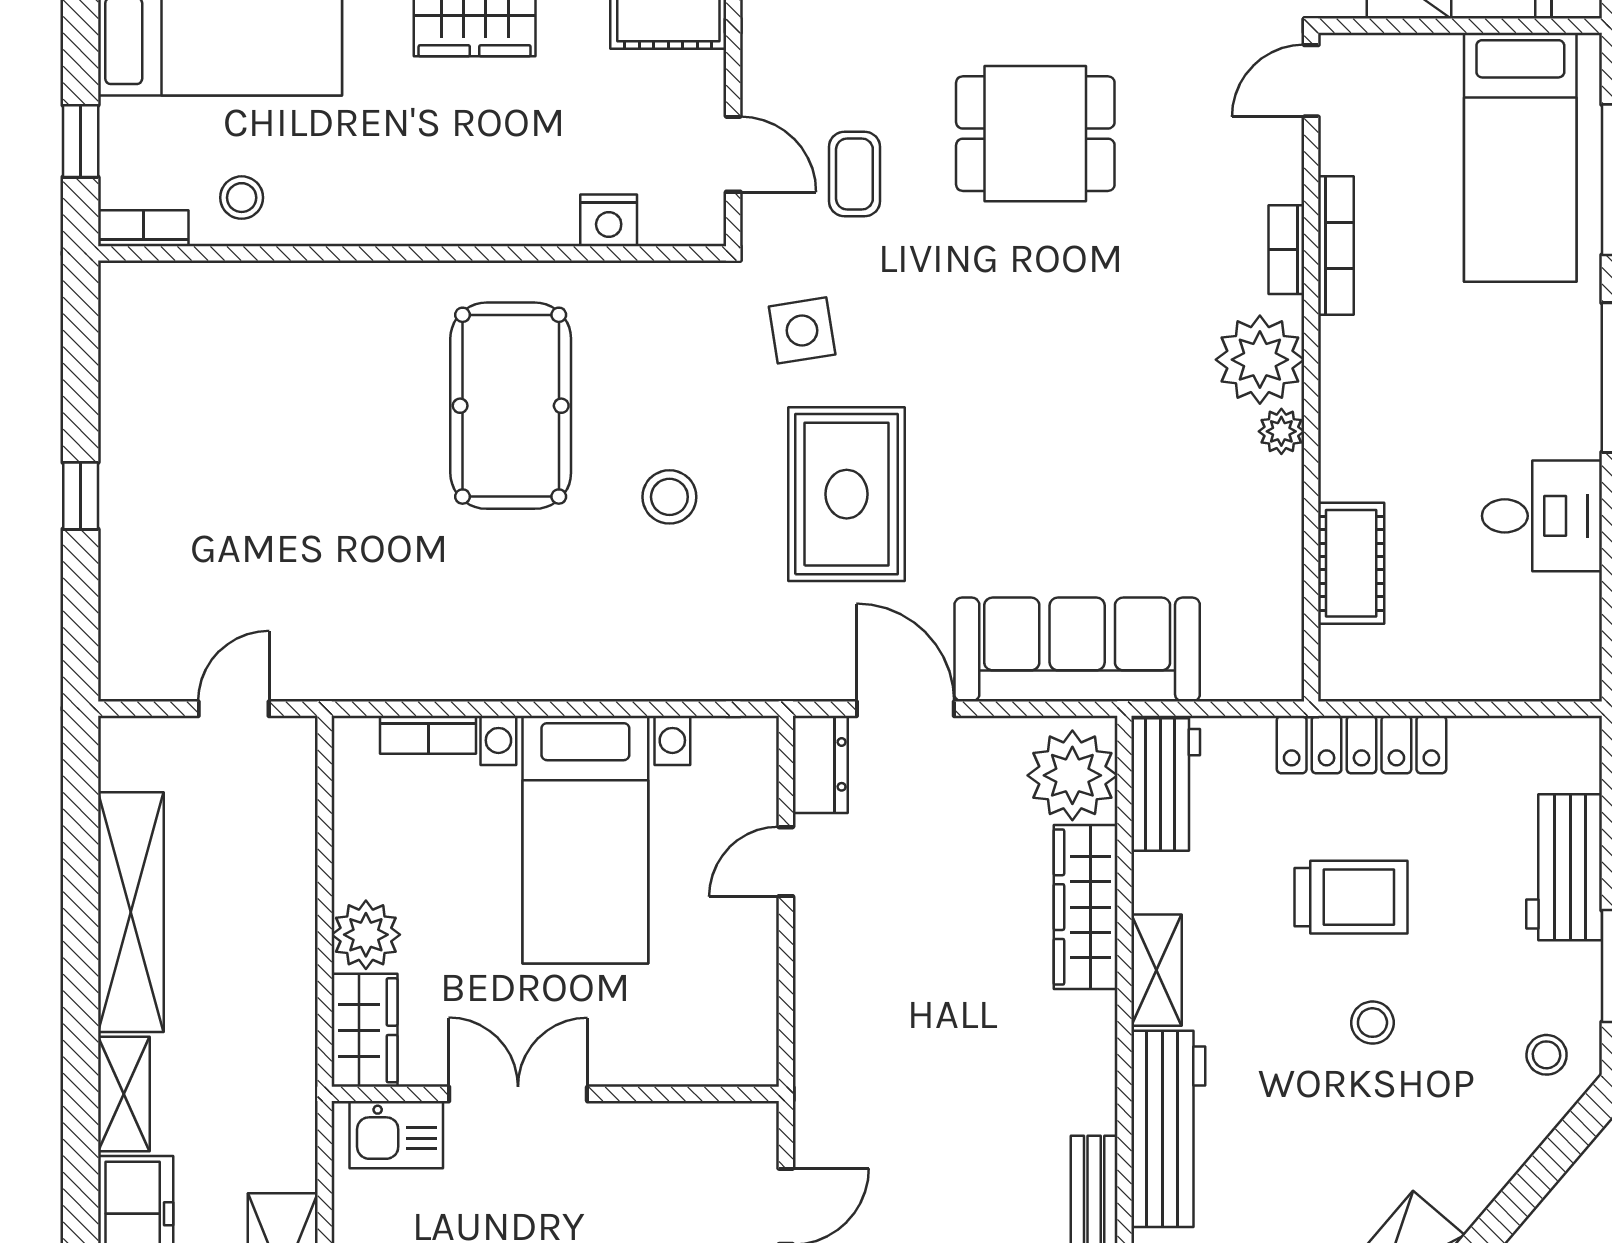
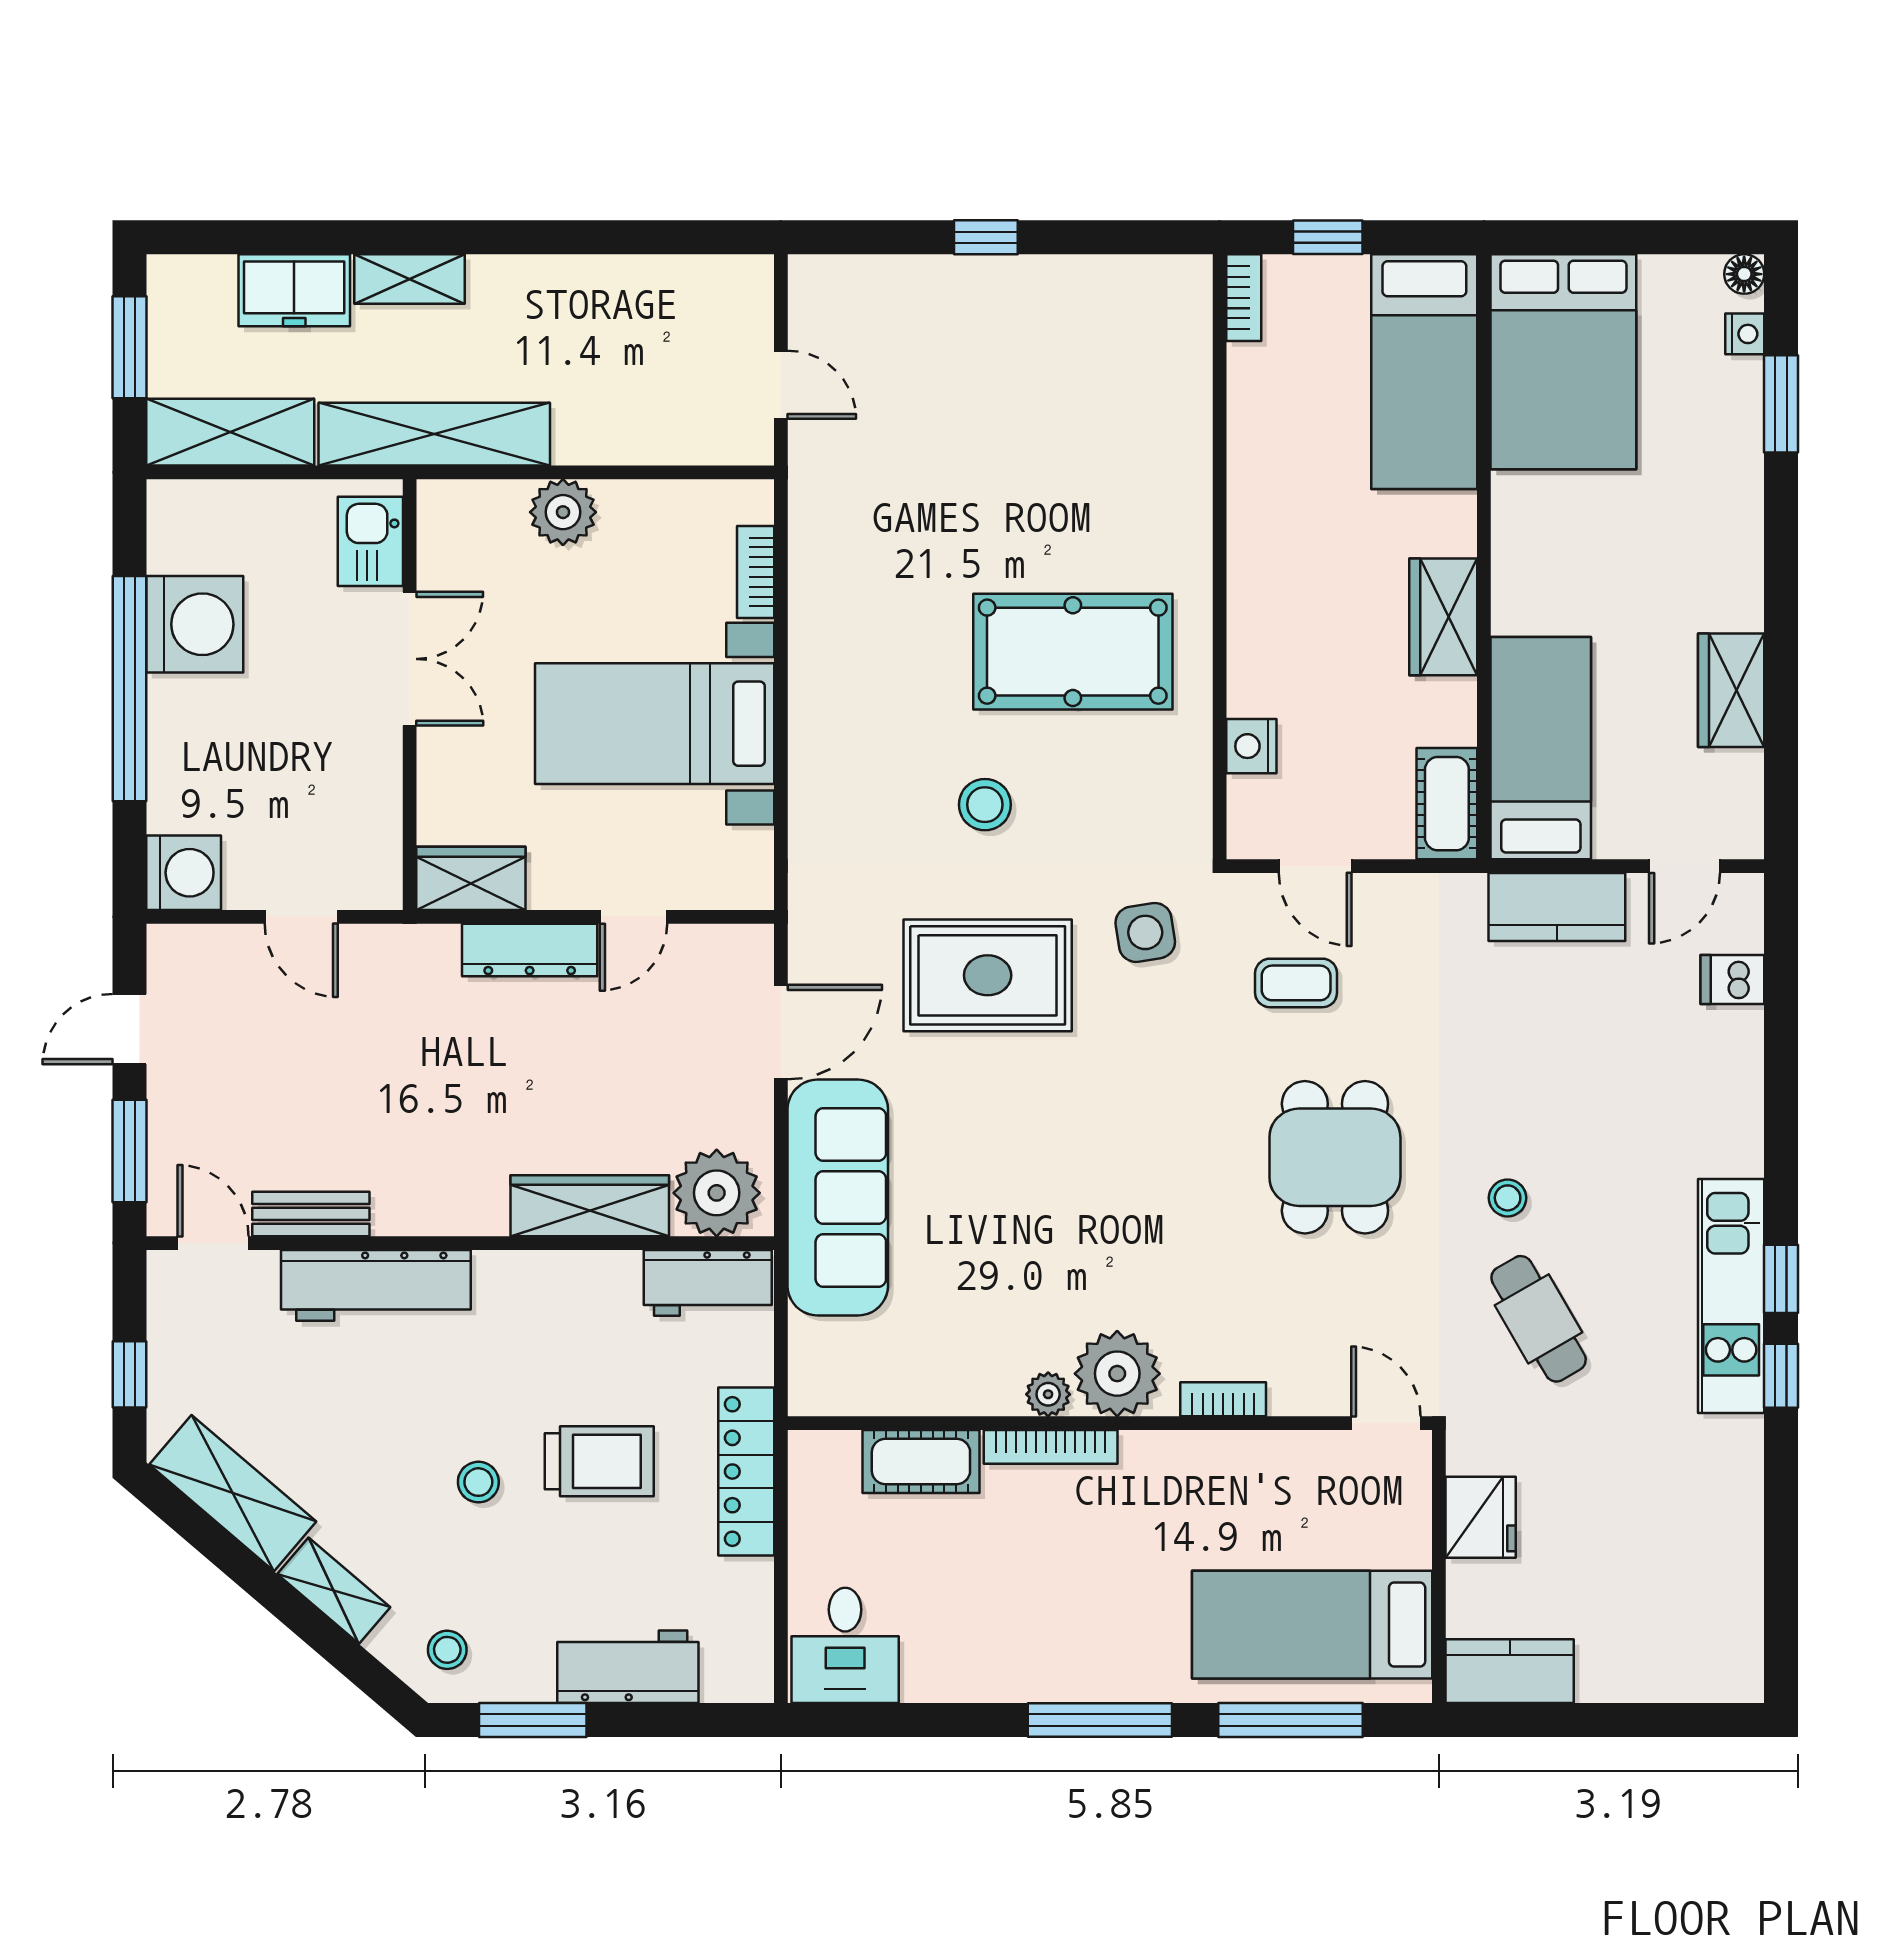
door: (733, 154) -> (1315, 866), hinge flipped
stool: (242, 198) -> (1273, 392), removed
bookcase: (1336, 245) -> (1051, 1447), moved
desk: (1542, 516) -> (845, 1645), moved
dresser: (820, 764) -> (530, 950), moved, width x1.44
door: (786, 862) -> (633, 917), swing flipped
trolley: (1351, 897) -> (599, 1461), turned -90
shelving: (131, 912) -> (434, 434), moved
shelving: (1156, 970) -> (334, 1591), moved, turned 40
wardrobe: (364, 1030) -> (471, 878), moved, turned 180

